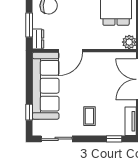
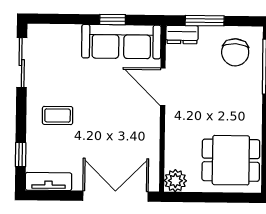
sofa: (46, 86) -> (121, 42), width x0.74, depth x0.79
window: (29, 112) -> (113, 20), moved

